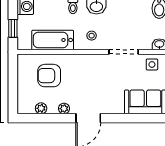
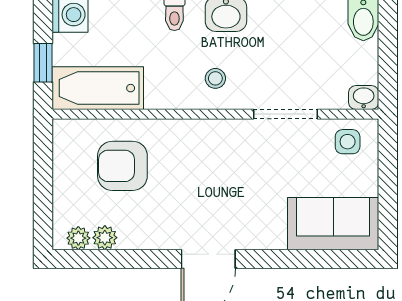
bathtub: (53, 40) -> (98, 88), moved
plant: (64, 109) -> (78, 238), moved

